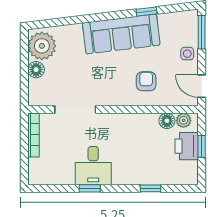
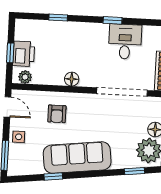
window: (57, 22) -> (134, 171), added
doorway: (75, 109) -> (122, 92), width x1.36
floor lamp: (167, 121) -> (72, 79), moved
desk: (93, 166) -> (125, 42), moved

